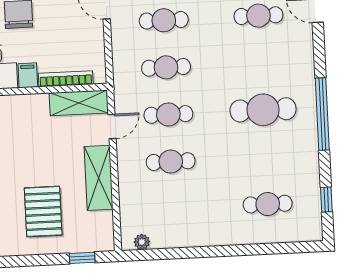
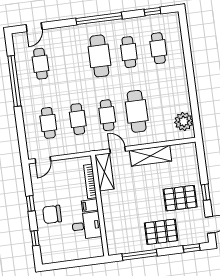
cafe table: (265, 157) -> (129, 52), added
cafe table: (171, 162) -> (137, 111), width x1.37, depth x1.35
pallet: (43, 211) -> (180, 198), moved
plant: (142, 242) -> (184, 121), width x1.88, depth x1.88
window: (82, 258) -> (206, 192), moved

